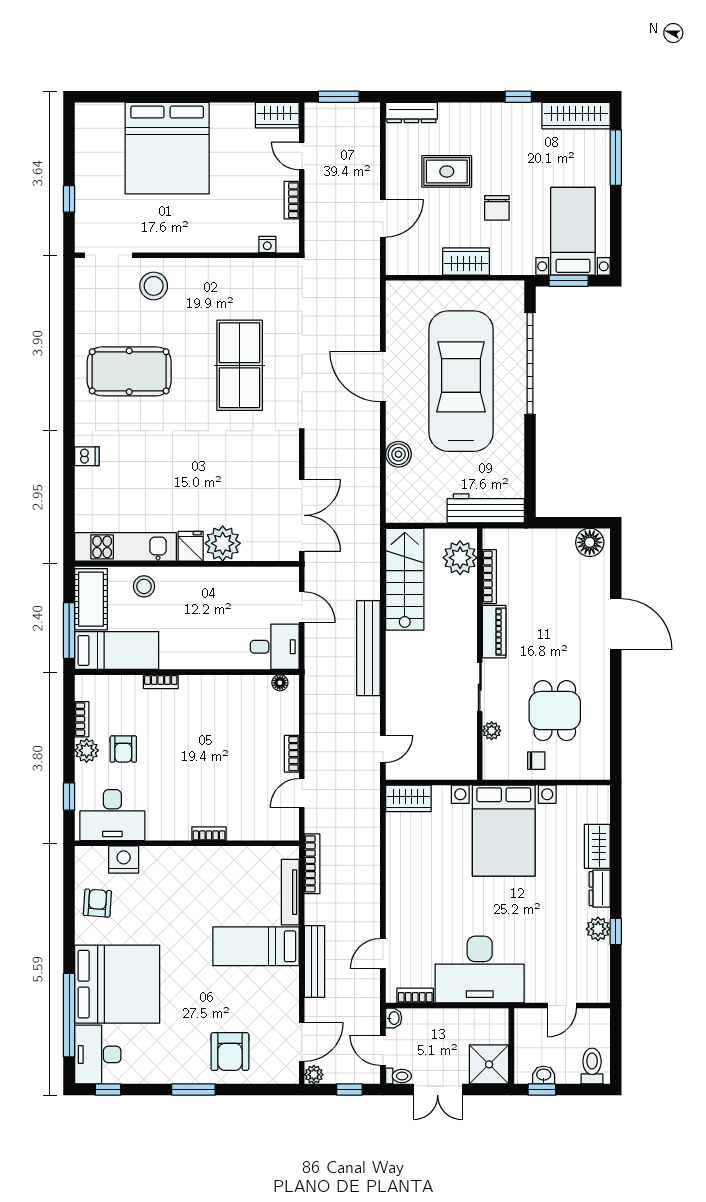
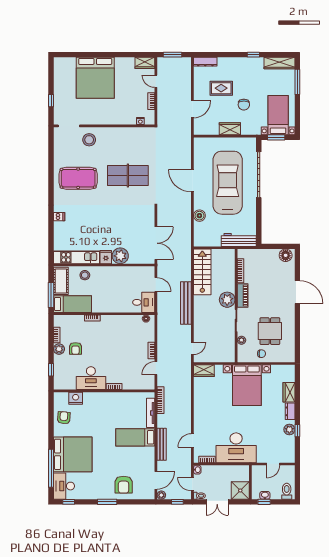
table tennis table: (240, 365) -> (128, 176), turned 90
plant: (460, 558) -> (227, 300), moved
desk: (112, 815) -> (91, 378), moved

